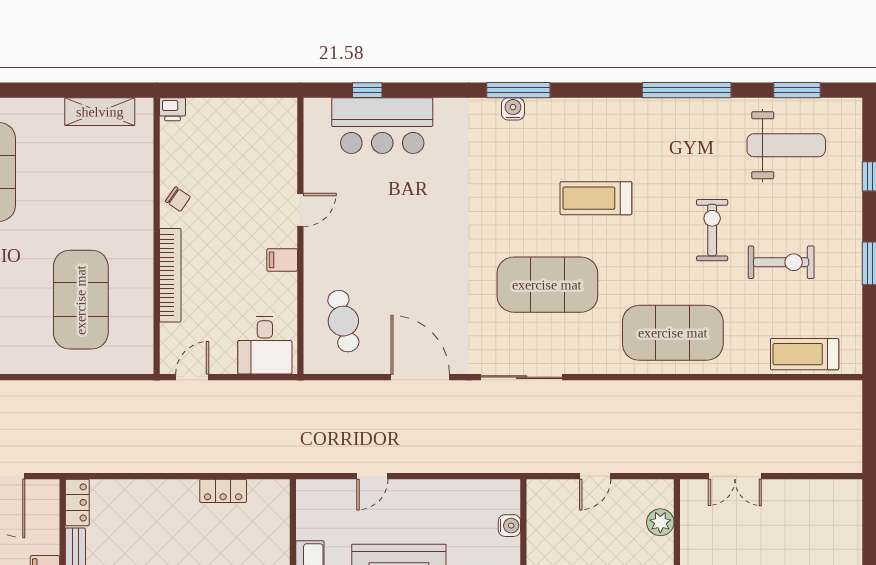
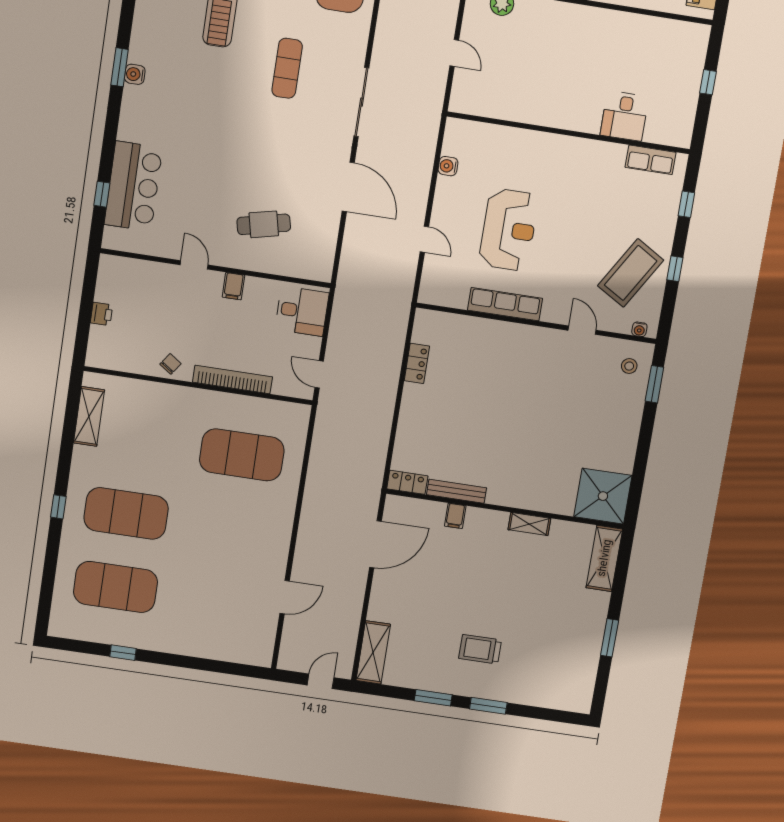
window: (518, 90) -> (120, 67), width x0.69
printer: (172, 109) -> (101, 314), moved
exercise mat: (547, 285) -> (287, 68), width x0.50, depth x0.69
cafe table: (343, 321) -> (264, 224), moved
door: (420, 377) -> (348, 187), swing flipped
water cooler: (509, 526) -> (448, 166), moved, turned -90

